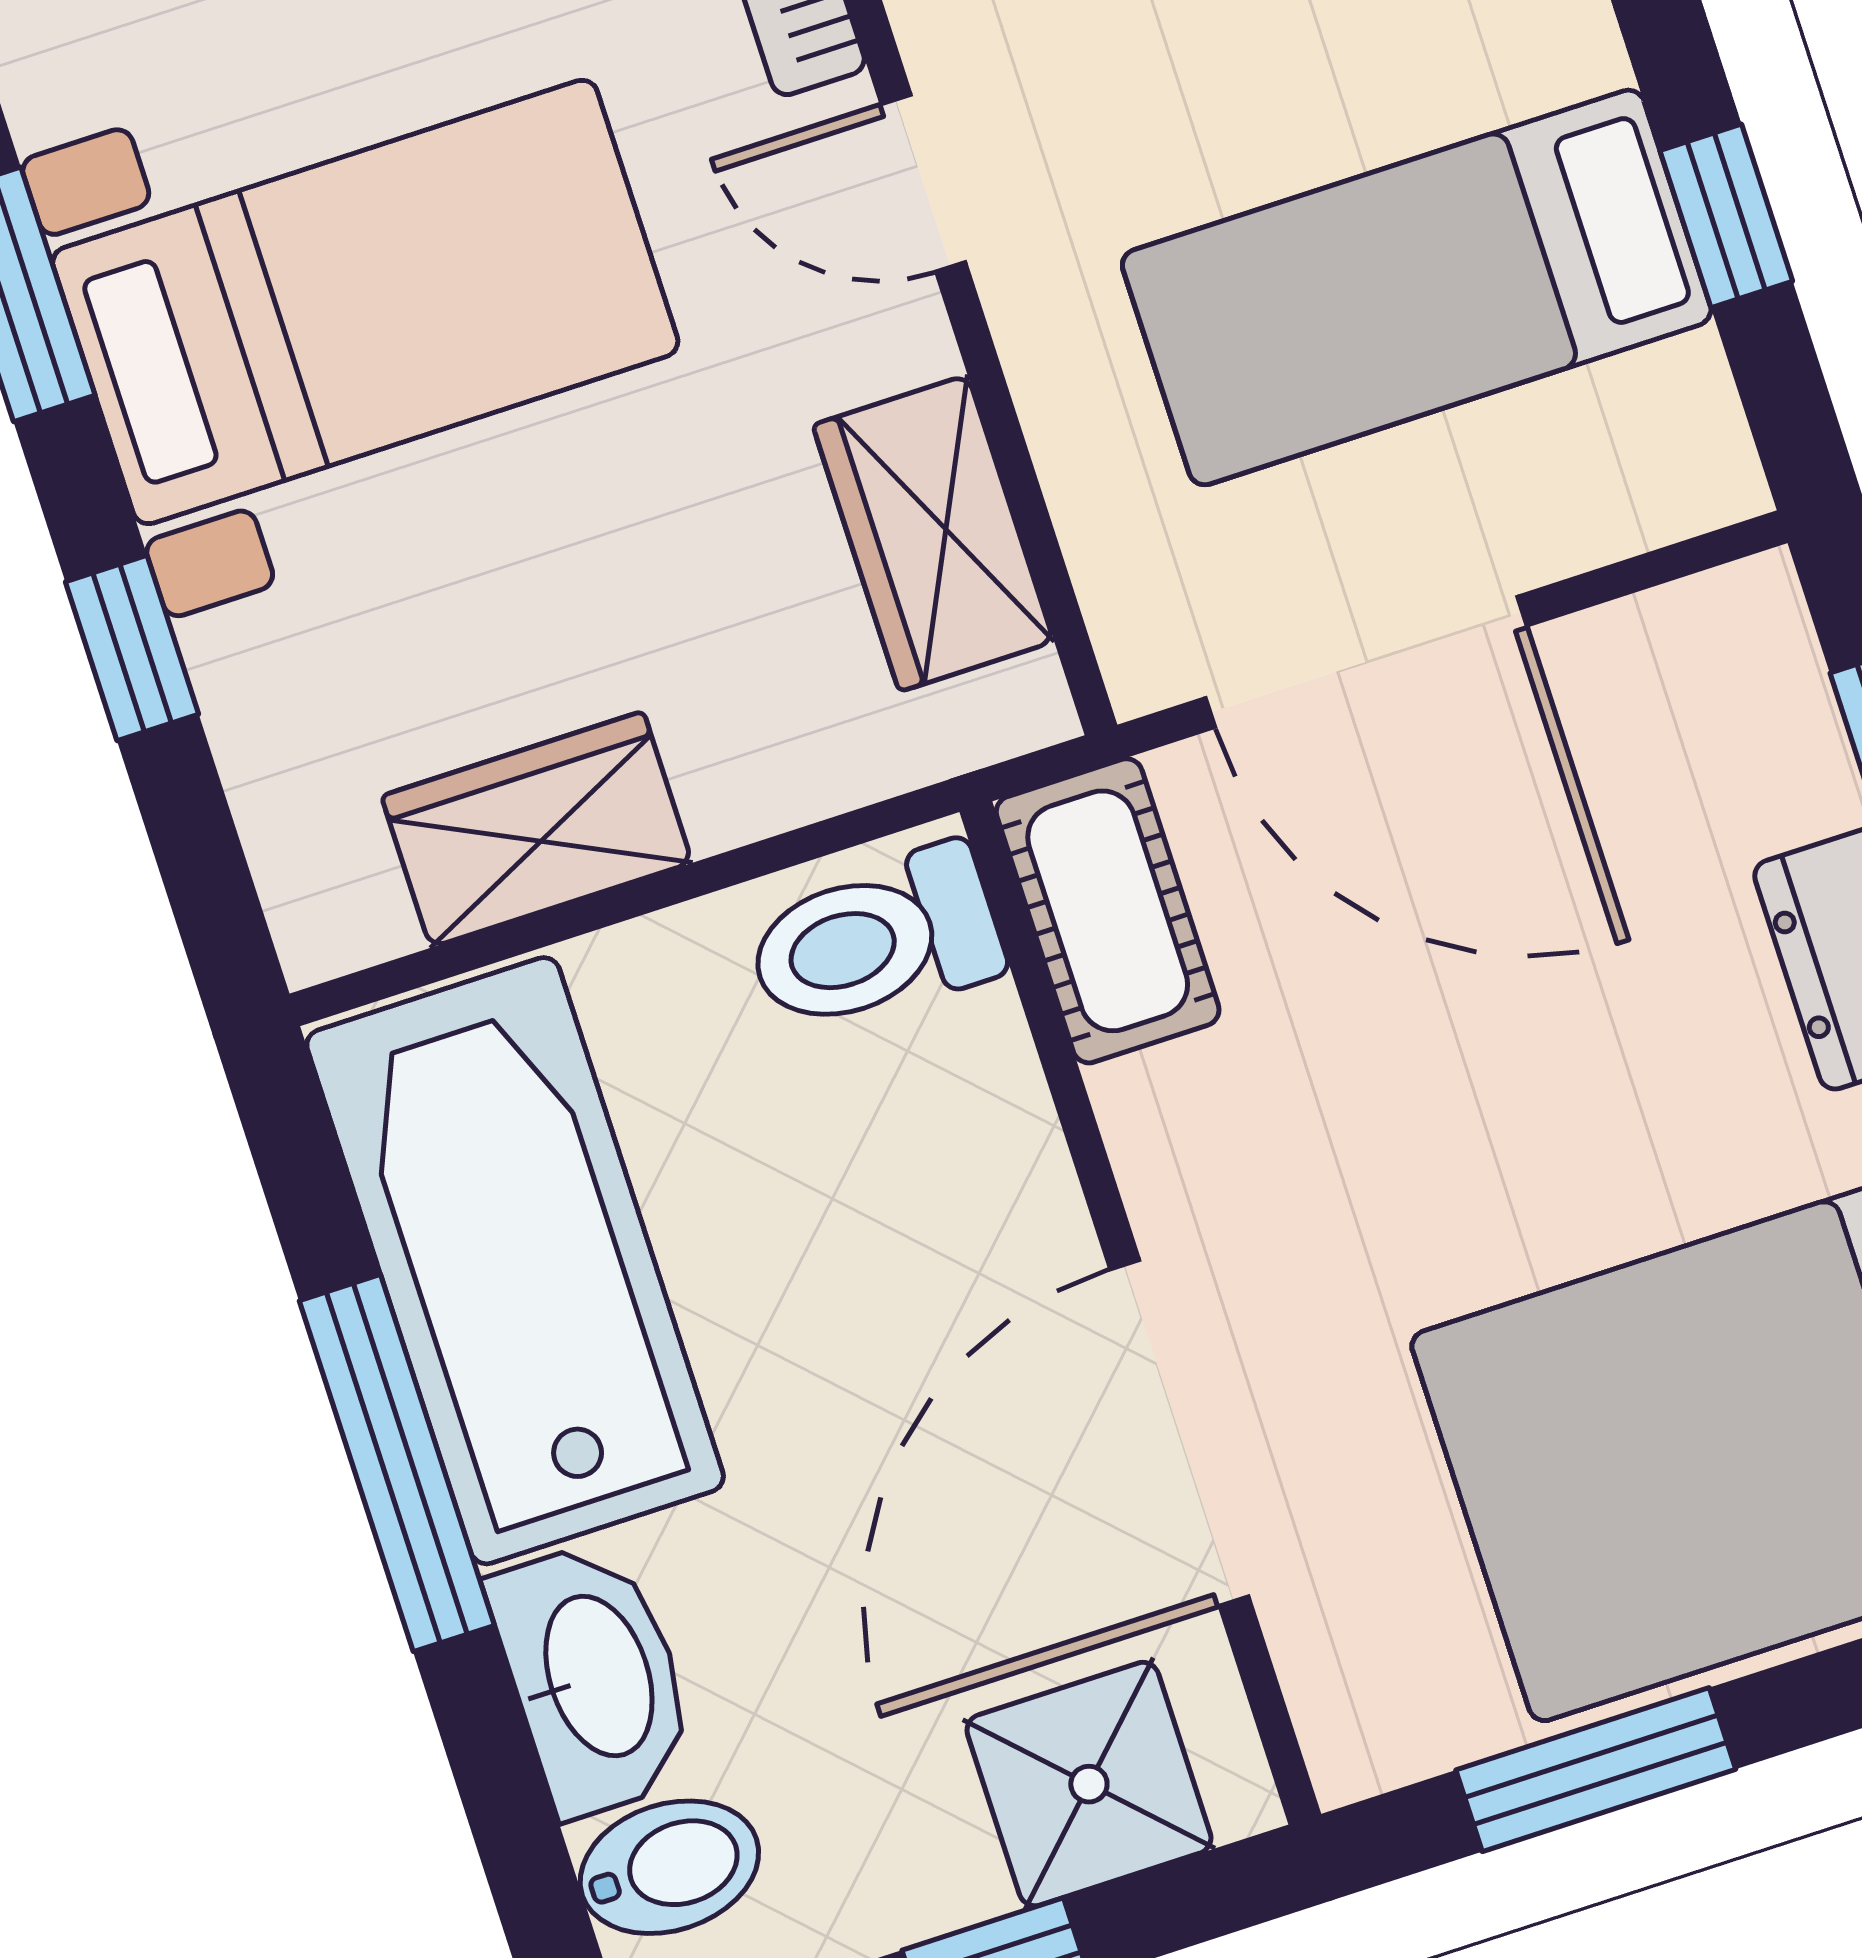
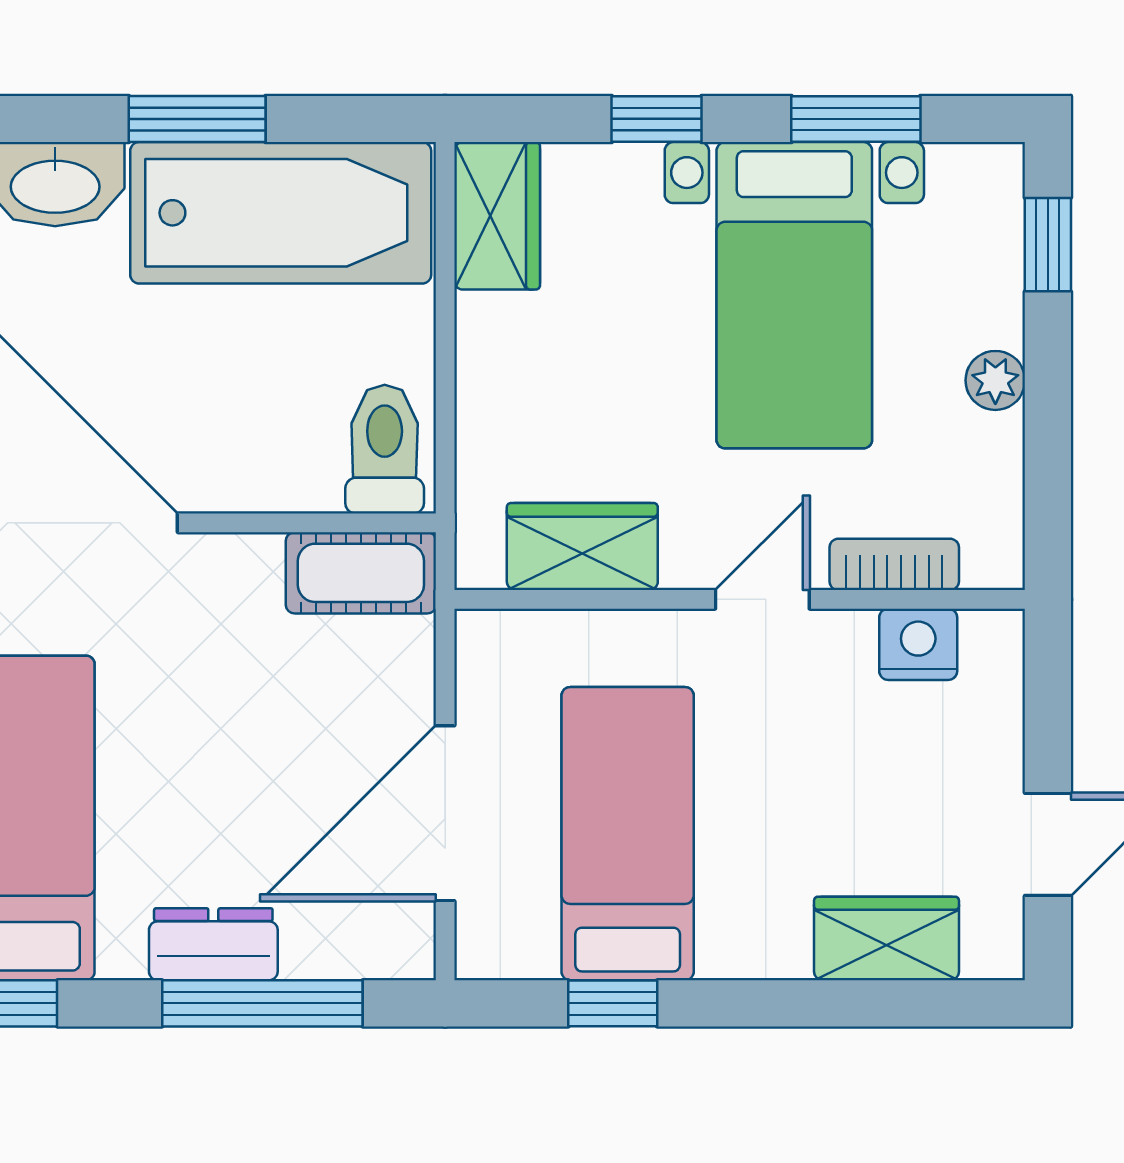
door: (1366, 662) -> (445, 813), moved
wardrobe: (537, 829) -> (497, 216), moved
window: (397, 1463) -> (197, 119), width x0.69

